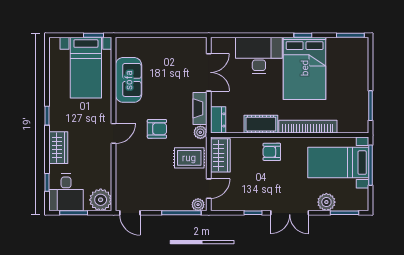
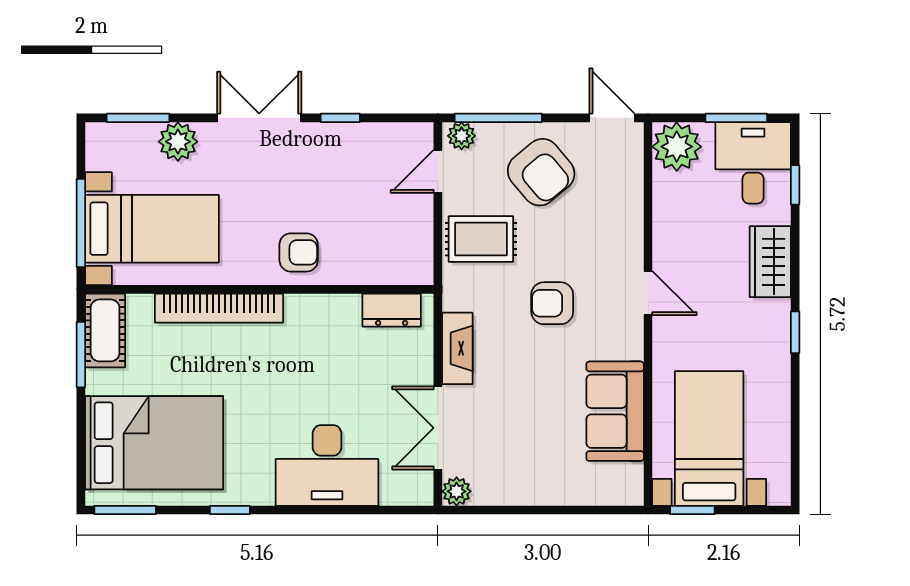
bed: (305, 68) -> (154, 443), moved, turned 90
dresser: (218, 120) -> (392, 310), moved, turned -90
cot: (261, 124) -> (105, 330), moved, turned 90
plant: (200, 132) -> (457, 491), moved
door: (114, 133) -> (648, 293), swing flipped
wardrobe: (220, 155) -> (412, 244), removed
armchair: (162, 188) -> (541, 172), added

